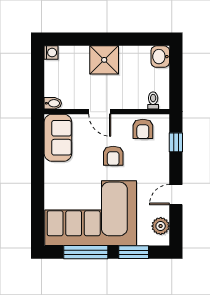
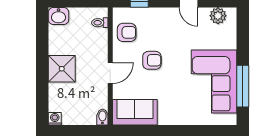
corner sofa: (91, 213) -> (214, 82), width x0.73, depth x0.74
window: (134, 252) -> (243, 41), removed

